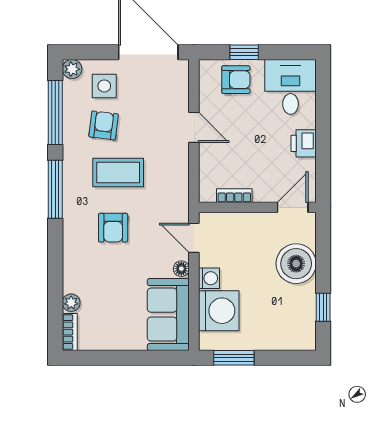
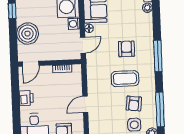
door: (194, 127) -> (85, 104), hinge flipped
window: (55, 189) -> (158, 56), moved
door: (194, 238) -> (83, 45), hinge flipped

